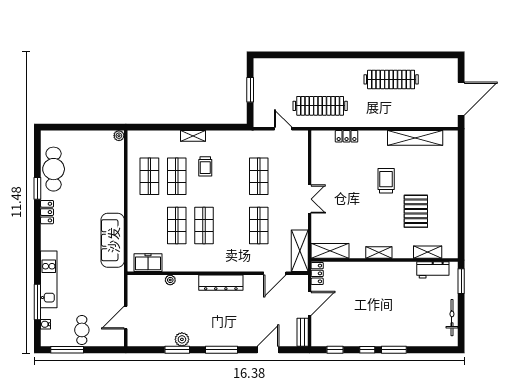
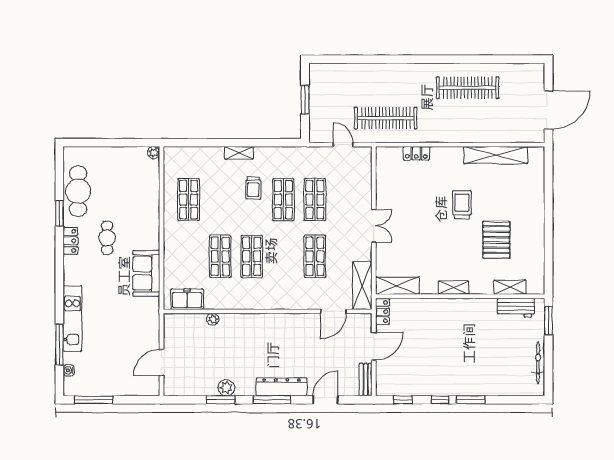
shop shelf: (177, 176) -> (283, 200), moved
sofa: (113, 240) -> (146, 273), width x0.73
dresser: (221, 283) -> (282, 387), moved, turned 180
cafe table: (82, 330) -> (107, 238), moved

